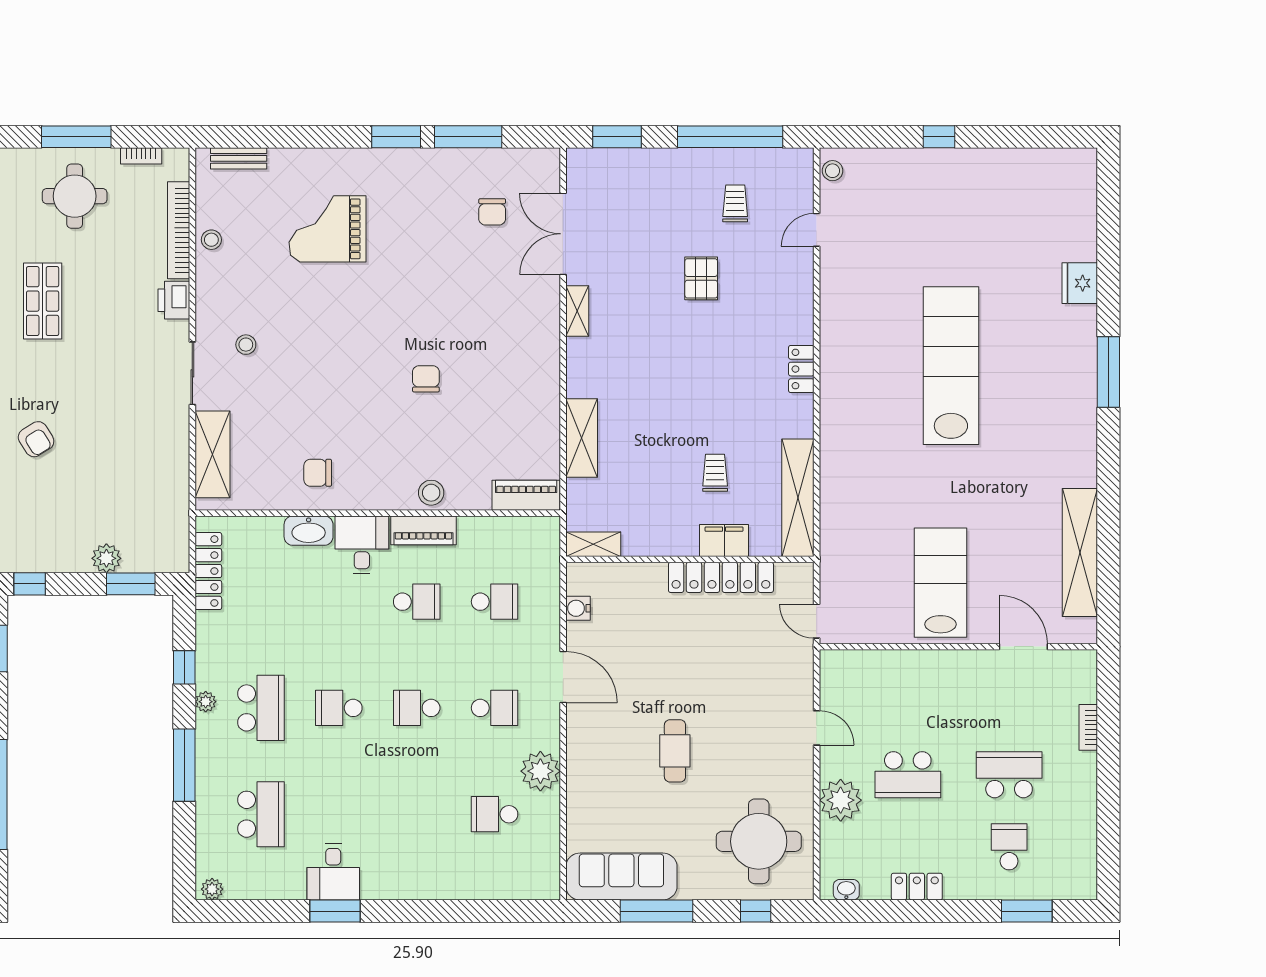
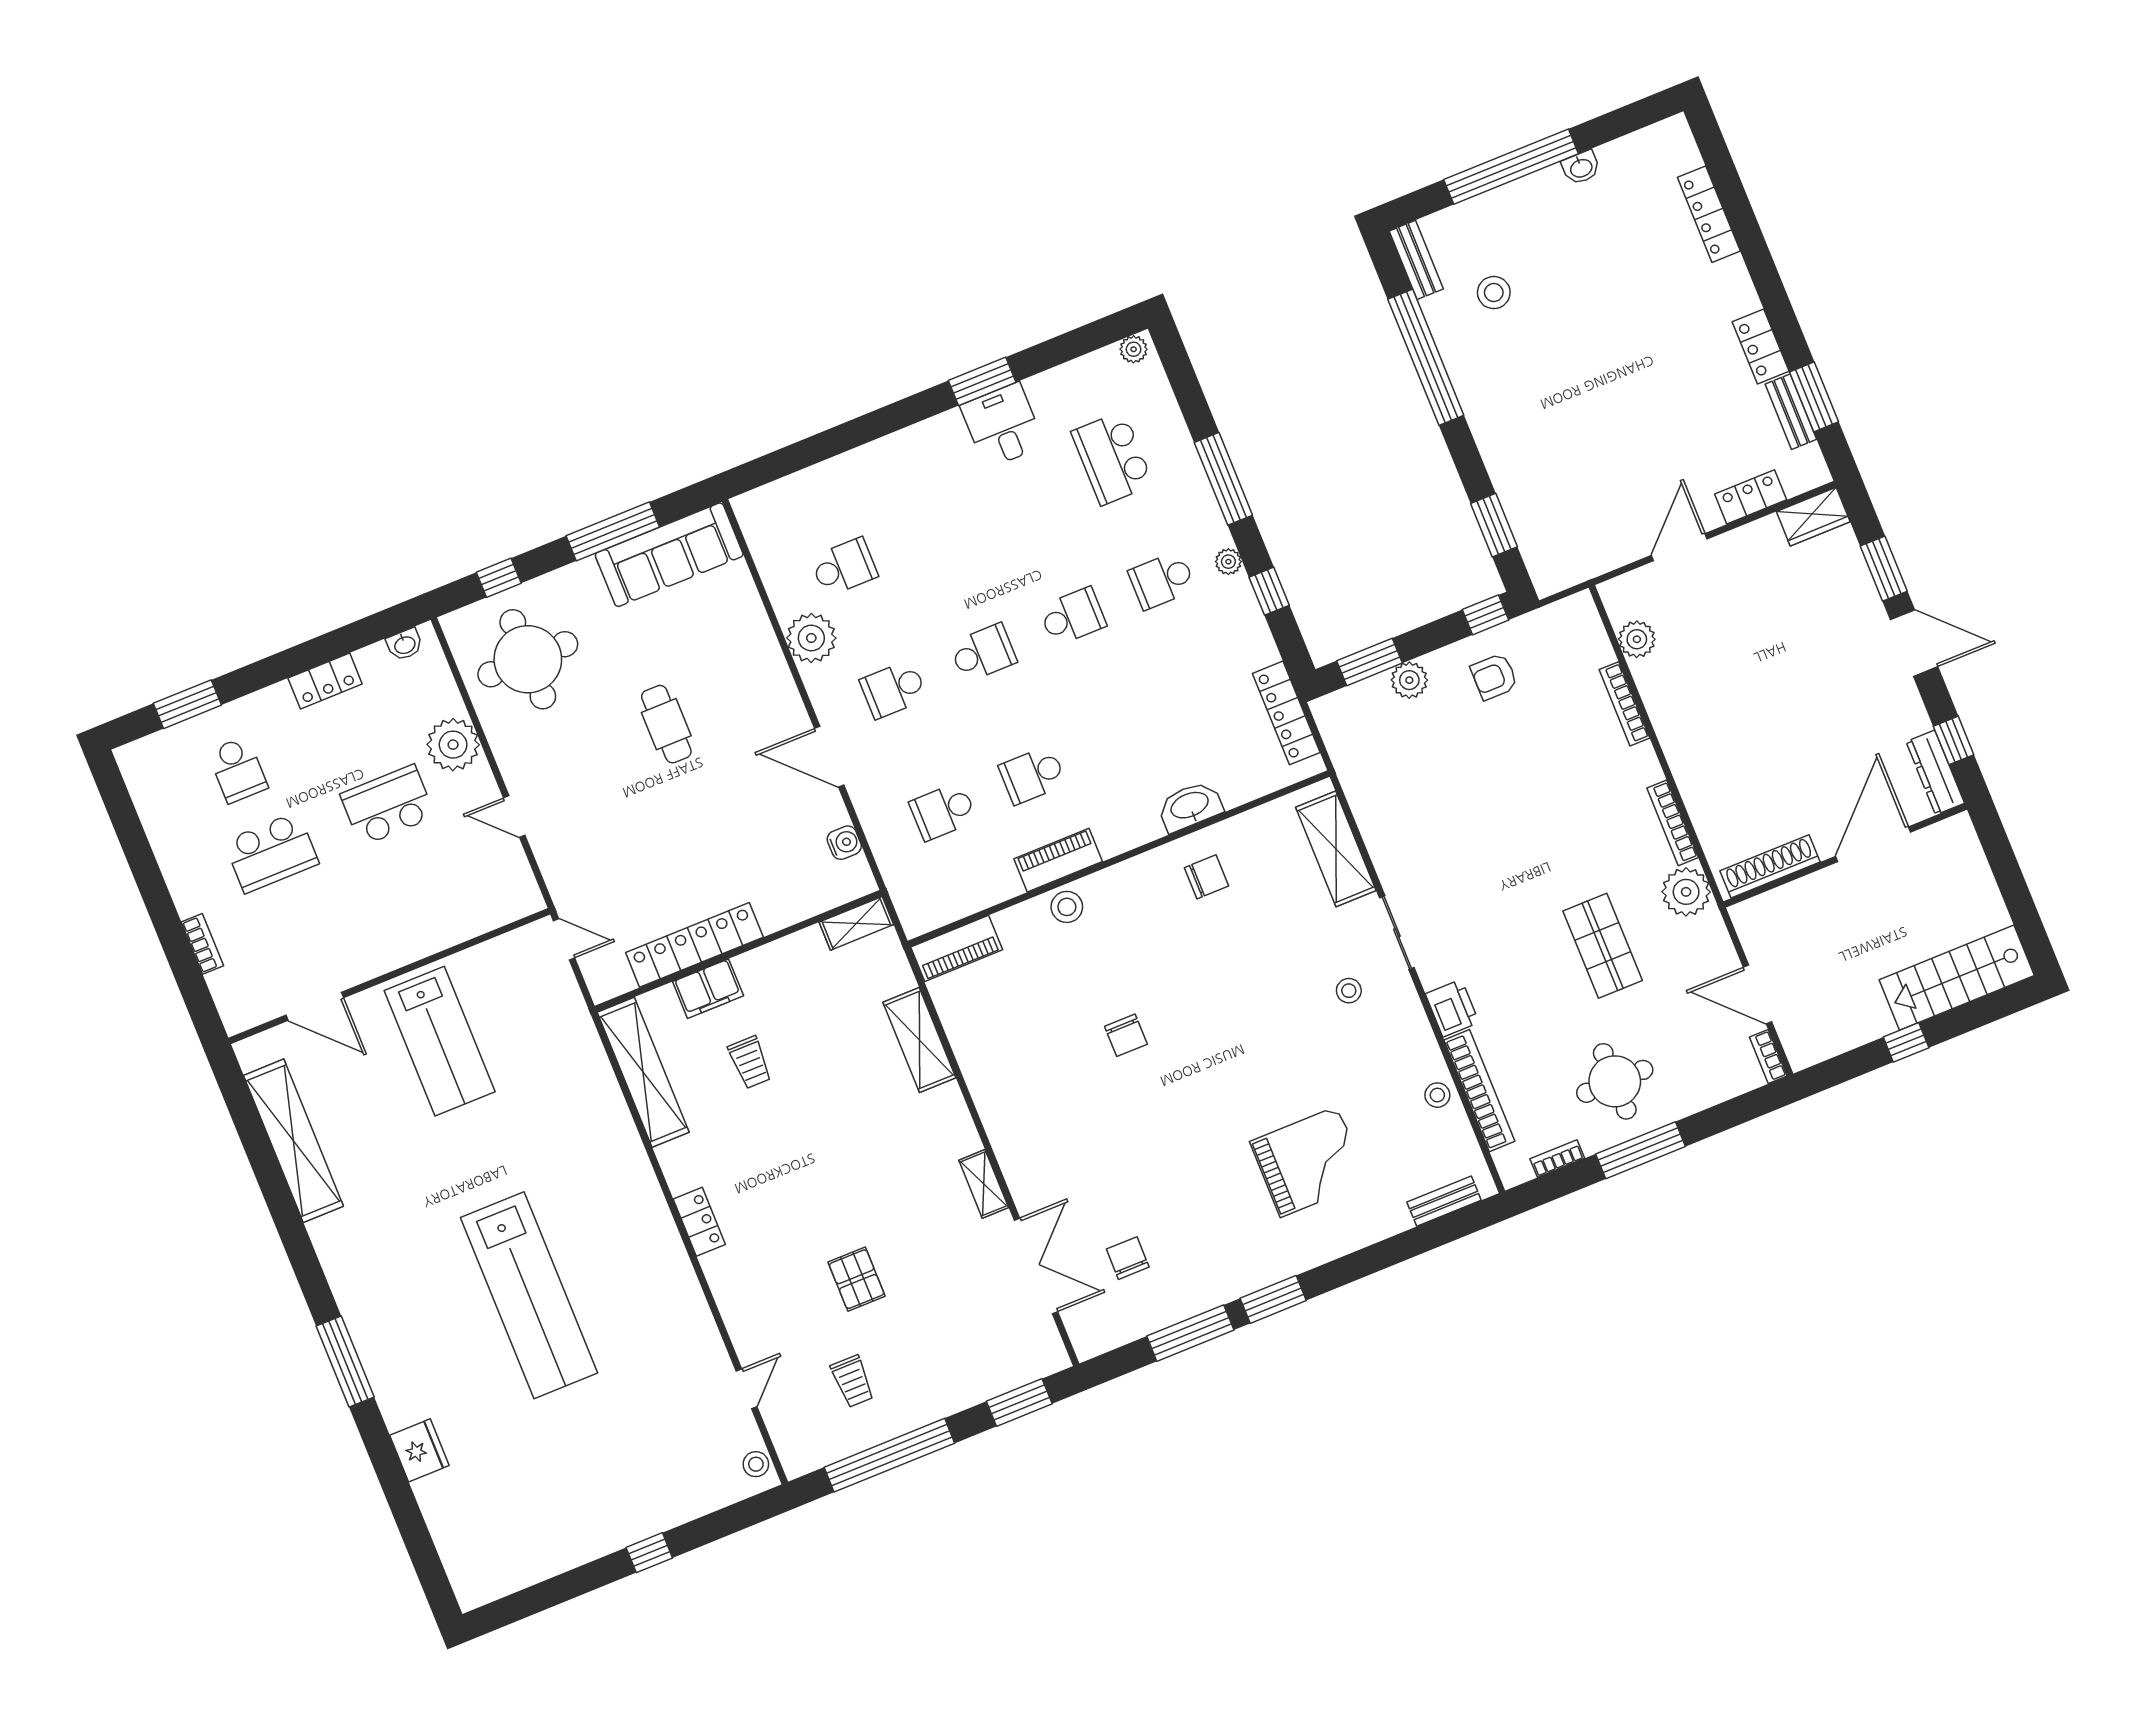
armchair: (36, 439) -> (1494, 677), moved, turned -58
desk: (362, 545) -> (1122, 815), removed
school desk: (261, 708) -> (1162, 580), width x0.54

